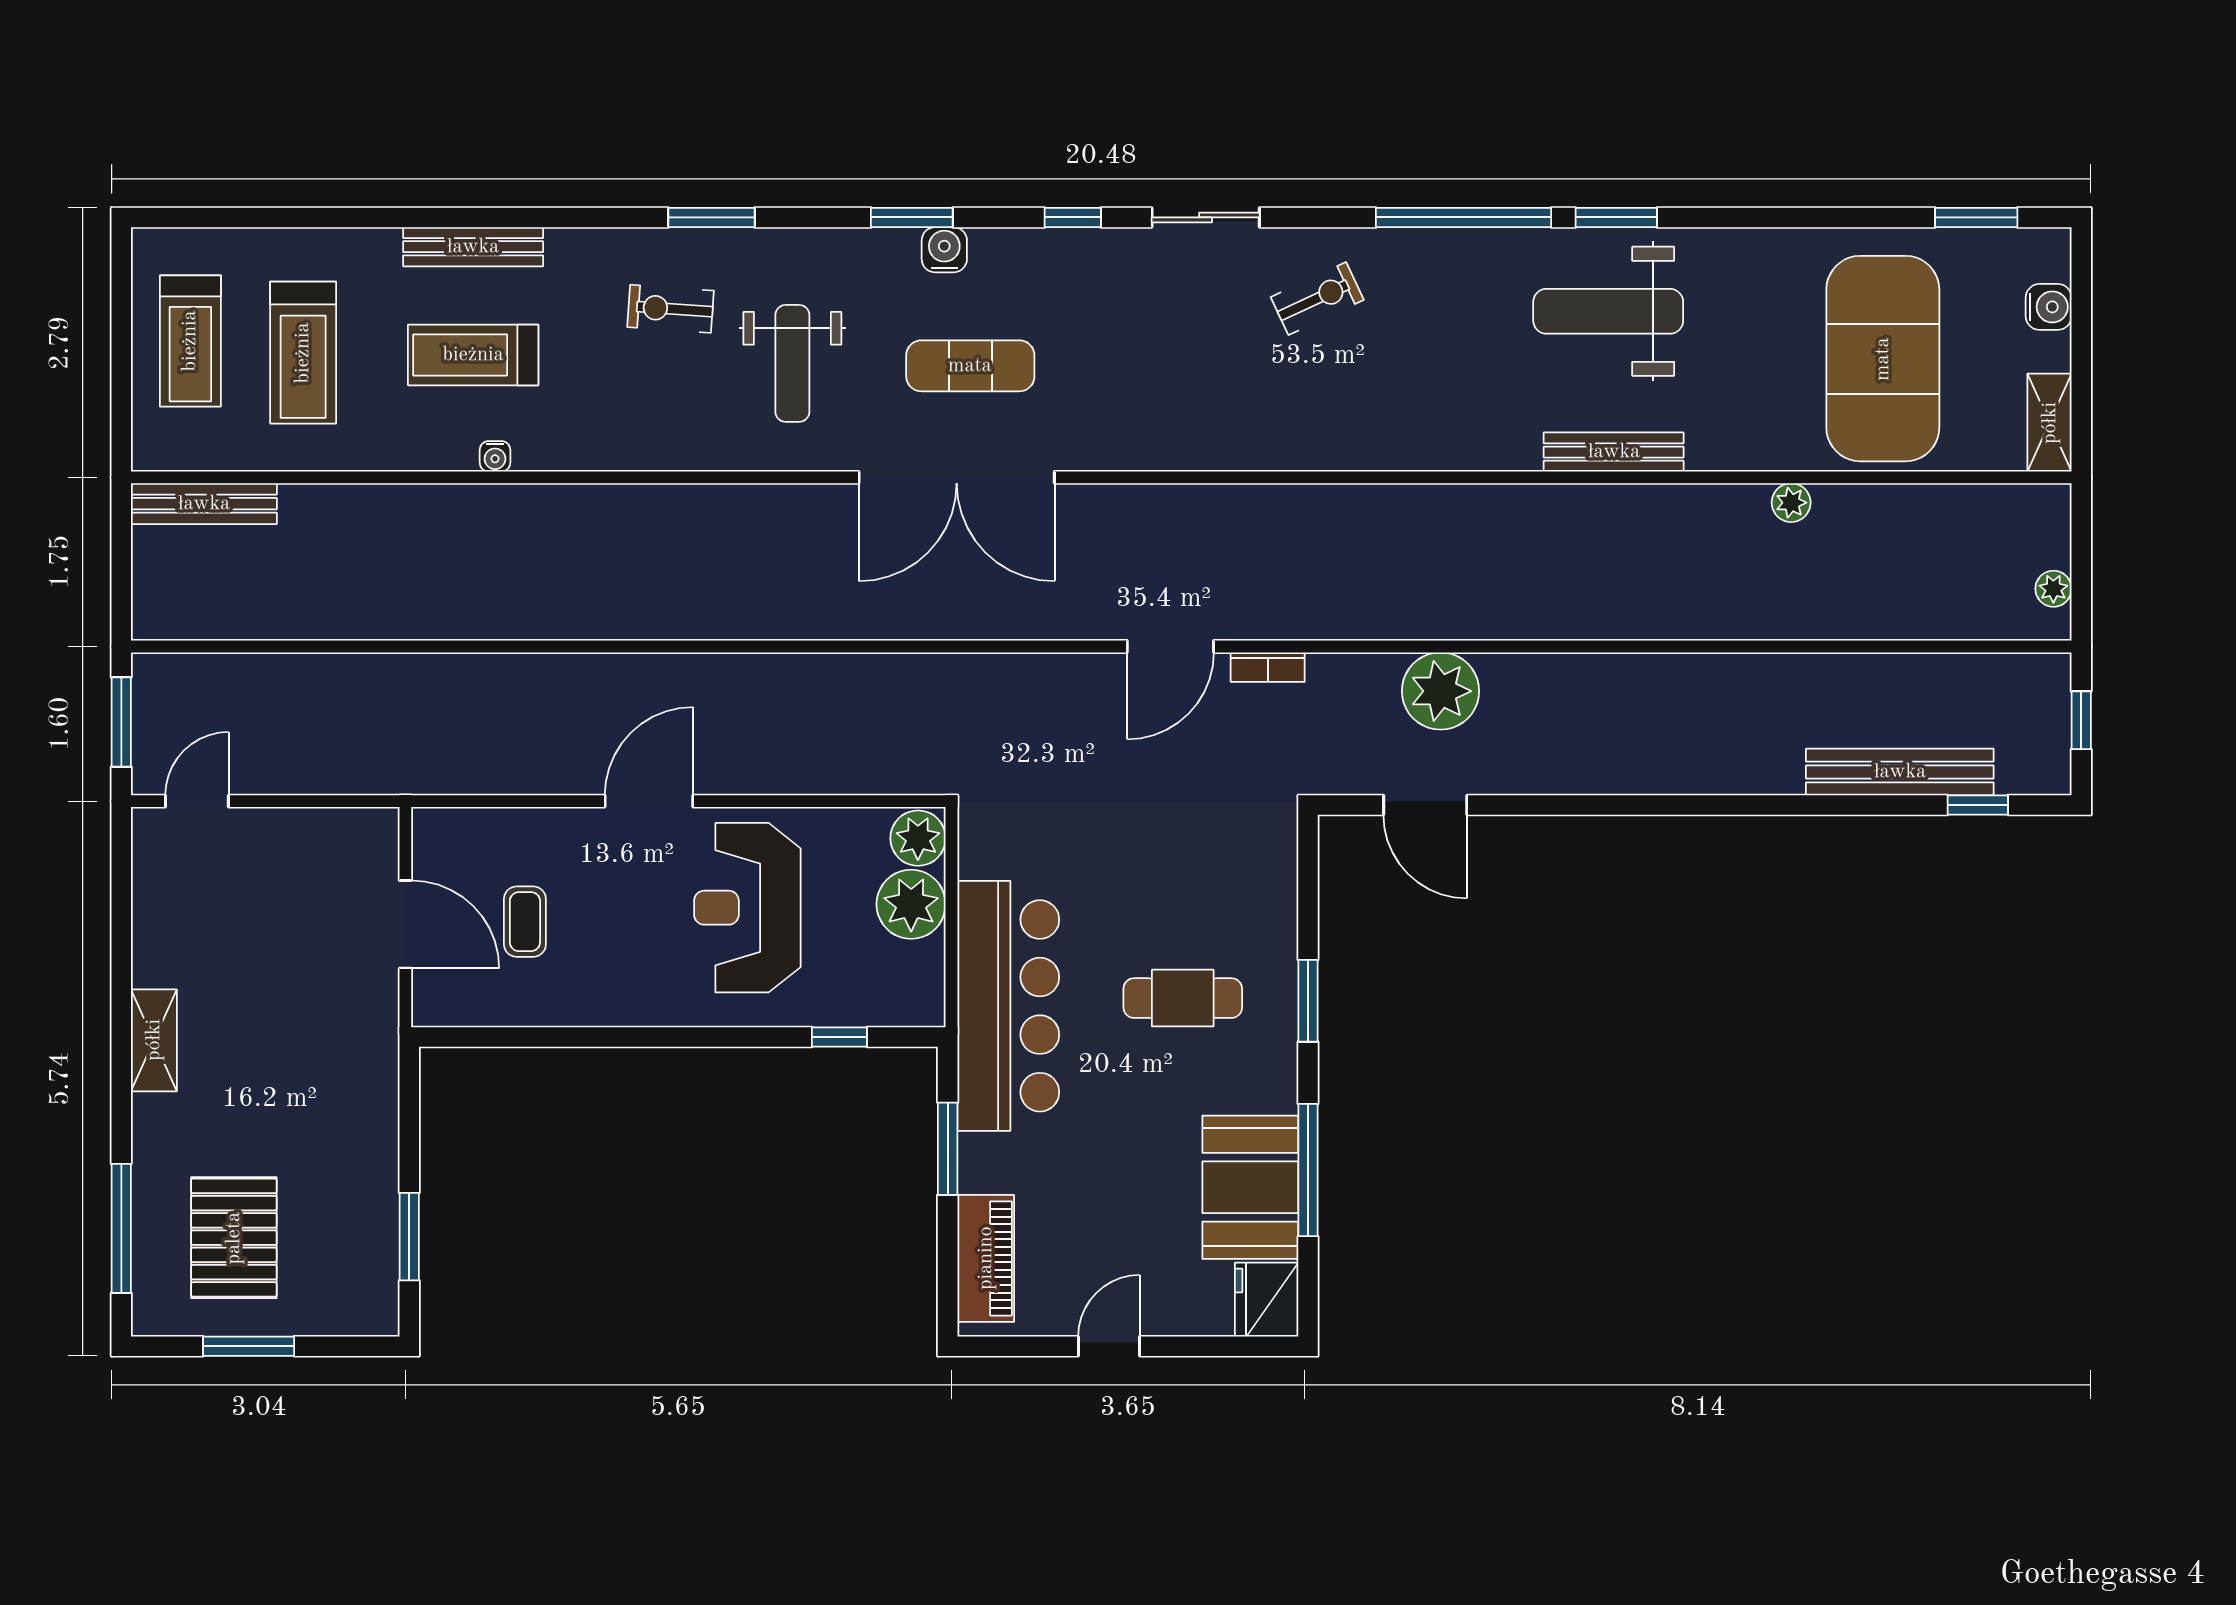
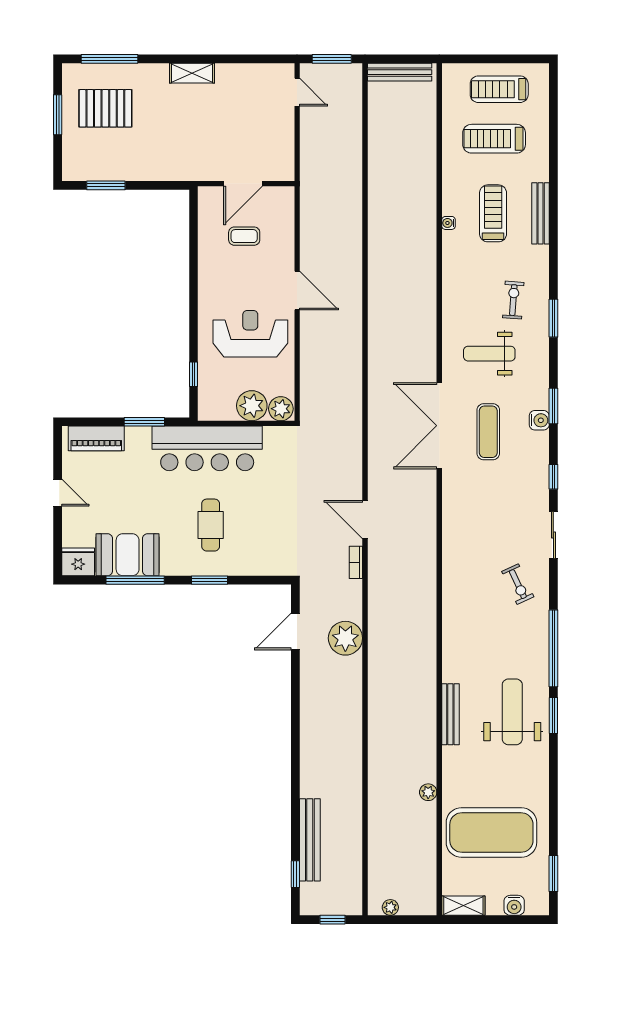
bench: (204, 504) -> (400, 72), moved, turned 90

